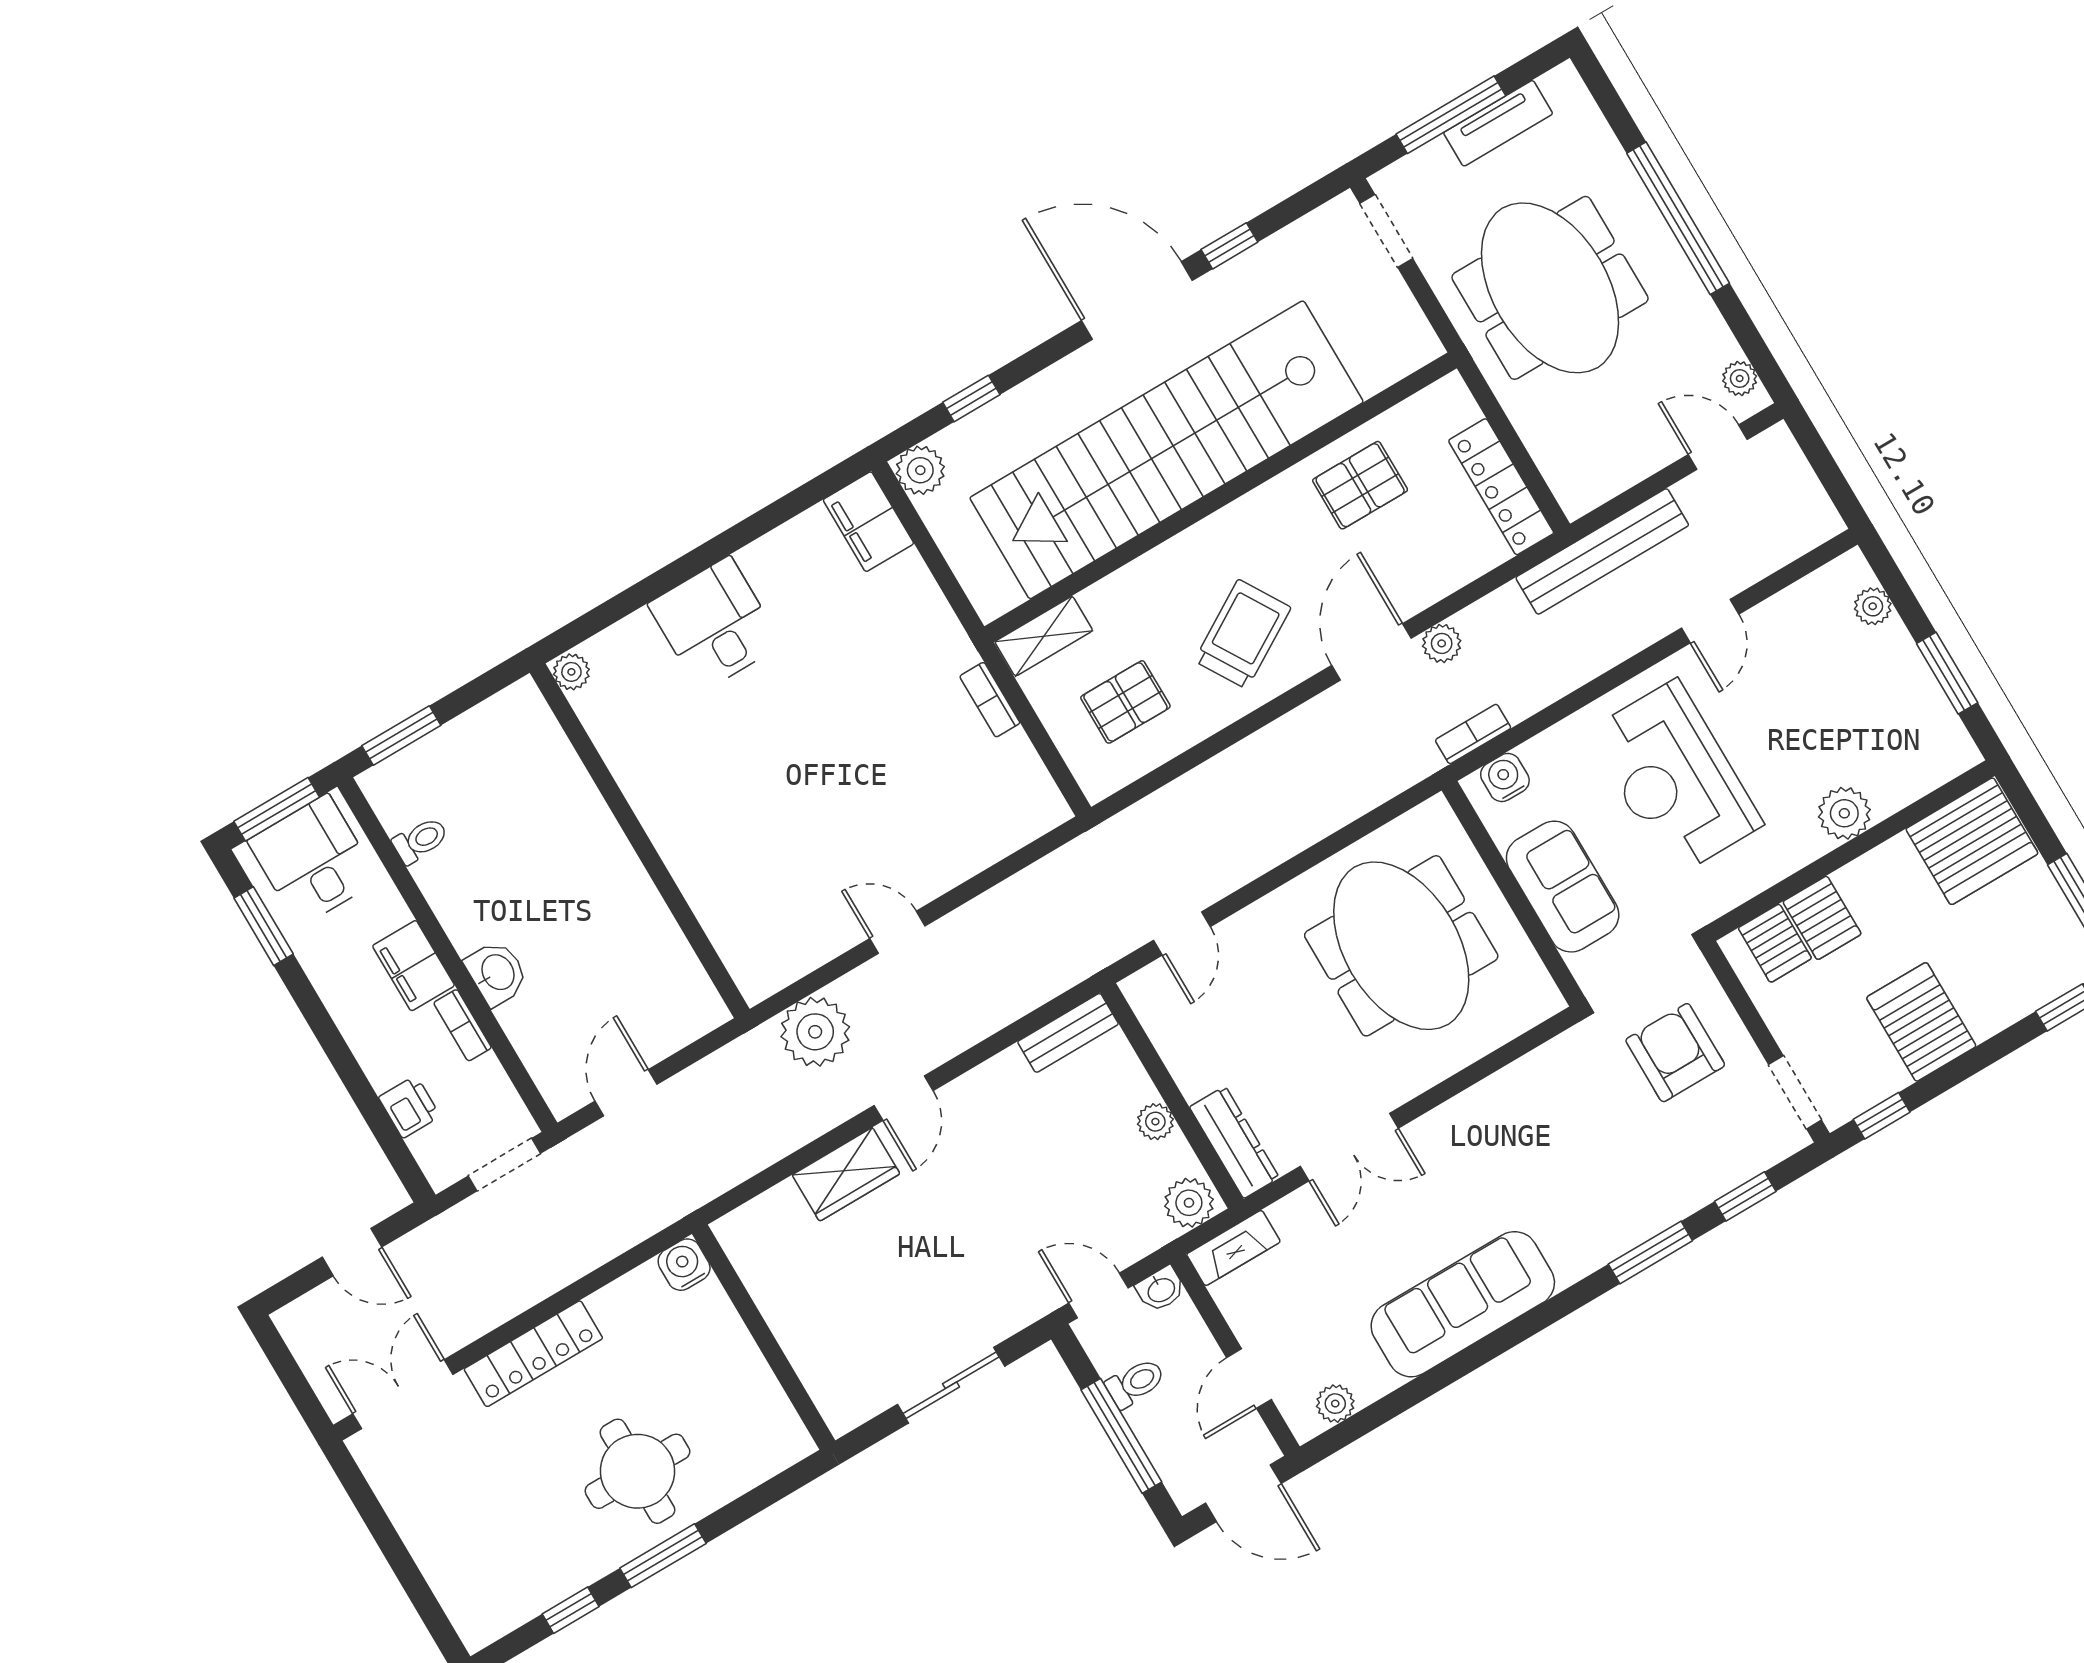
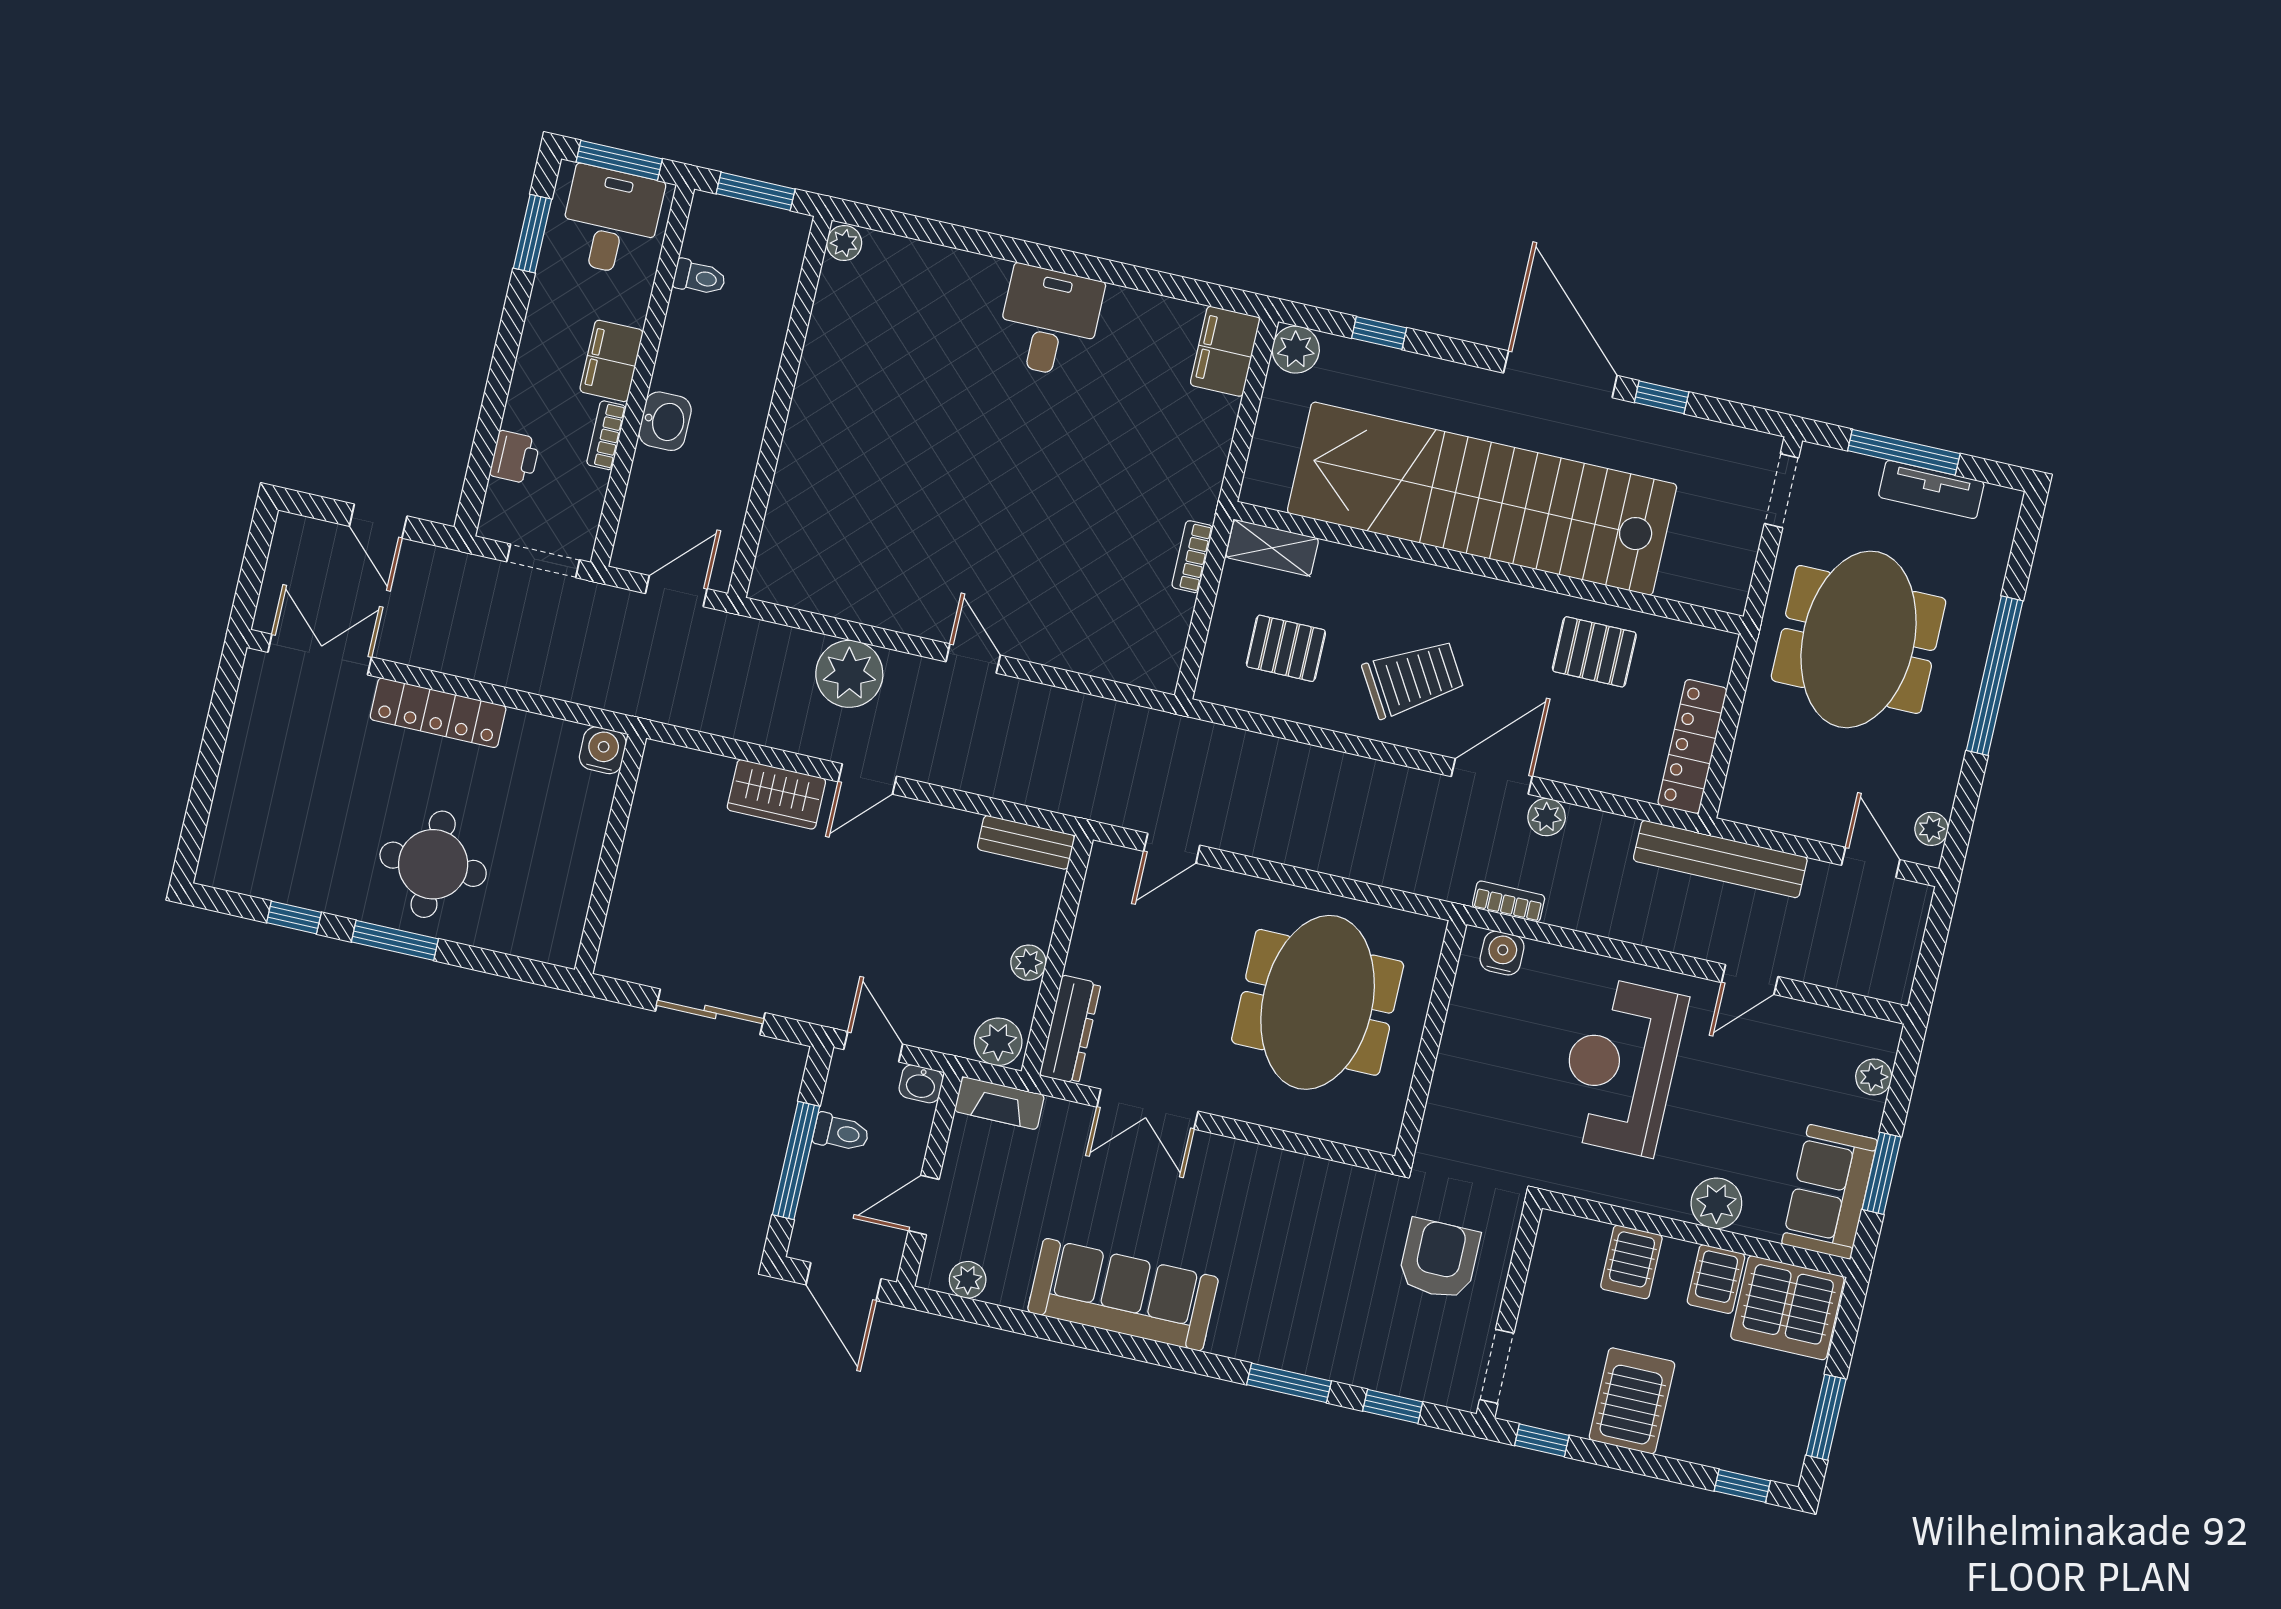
plant: (571, 672) -> (844, 243), moved
wall: (640, 841) -> (780, 407), moved
sofa: (1563, 887) -> (1830, 1192), moved, turned 180
server rack: (1775, 943) -> (1716, 1279), moved

